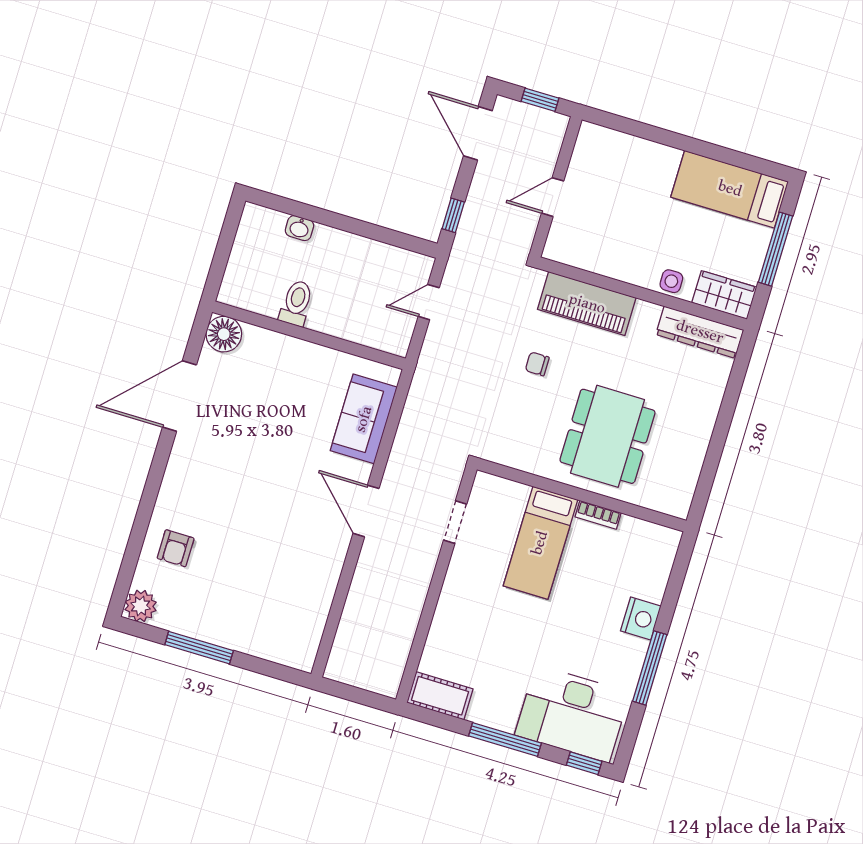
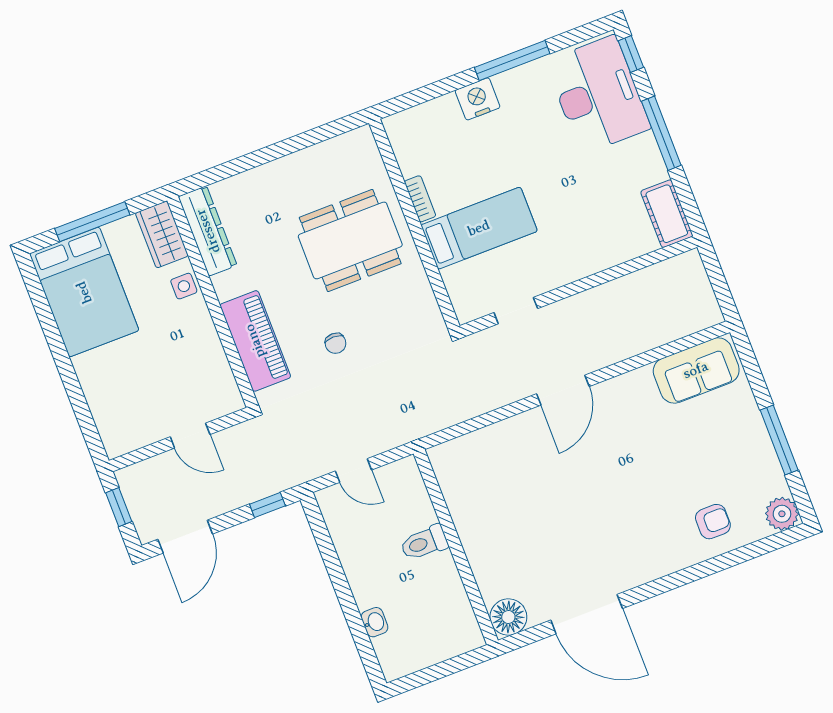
bed: (730, 189) -> (84, 292), width x1.50
toilet: (296, 303) -> (424, 543), moved
sofa: (364, 419) -> (696, 370), moved

